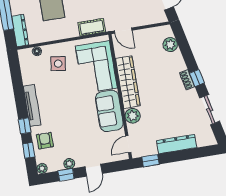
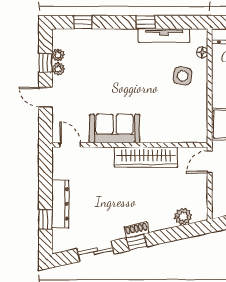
corner sofa: (96, 67) -> (171, 122), removed
tv unit: (32, 106) -> (164, 35), moved
plant: (133, 116) -> (104, 156), removed
window: (25, 126) -> (146, 22), moved
armchair: (45, 141) -> (91, 44), removed
window: (151, 161) -> (45, 219), moved
plant: (42, 169) -> (58, 55), moved

